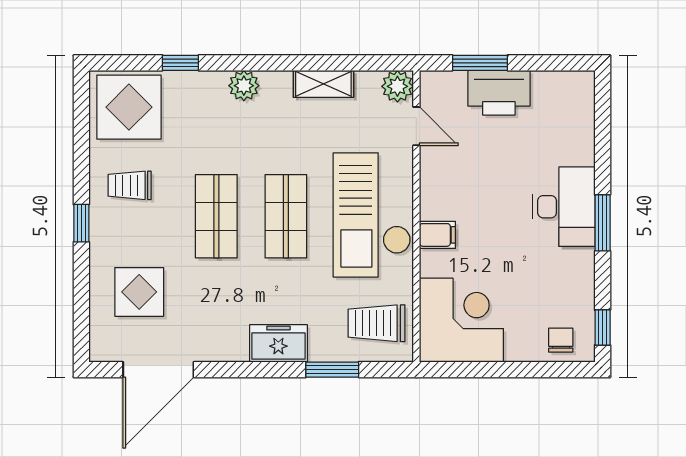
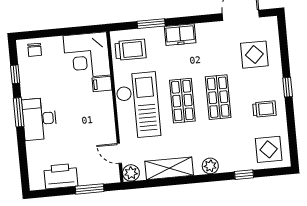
shelving: (323, 84) -> (169, 168), width x1.50, depth x1.33
printer: (499, 93) -> (61, 176), moved
display table: (129, 107) -> (269, 149), width x0.73, depth x0.73
filing cabinet: (437, 235) -> (102, 84), moved
window: (603, 327) -> (15, 74), moved

